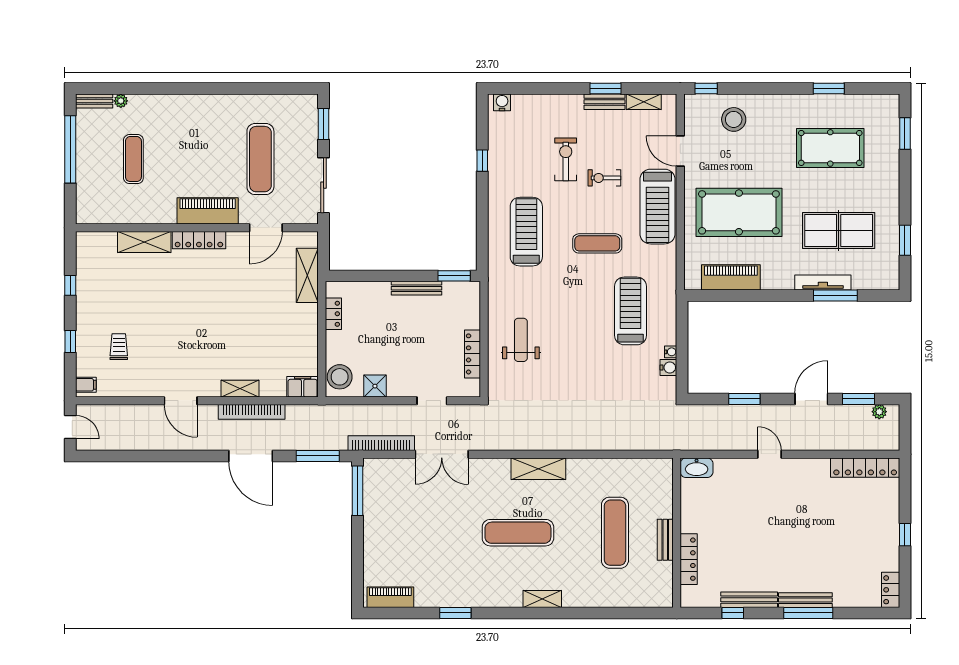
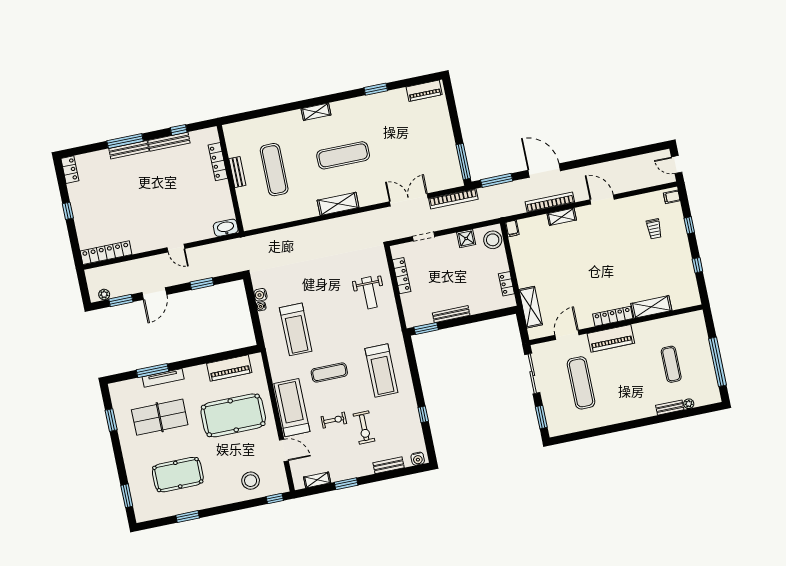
bench: (94, 101) -> (670, 408), moved
bench: (605, 102) -> (389, 465), moved
filing cabinet: (303, 387) -> (512, 228), width x0.50

